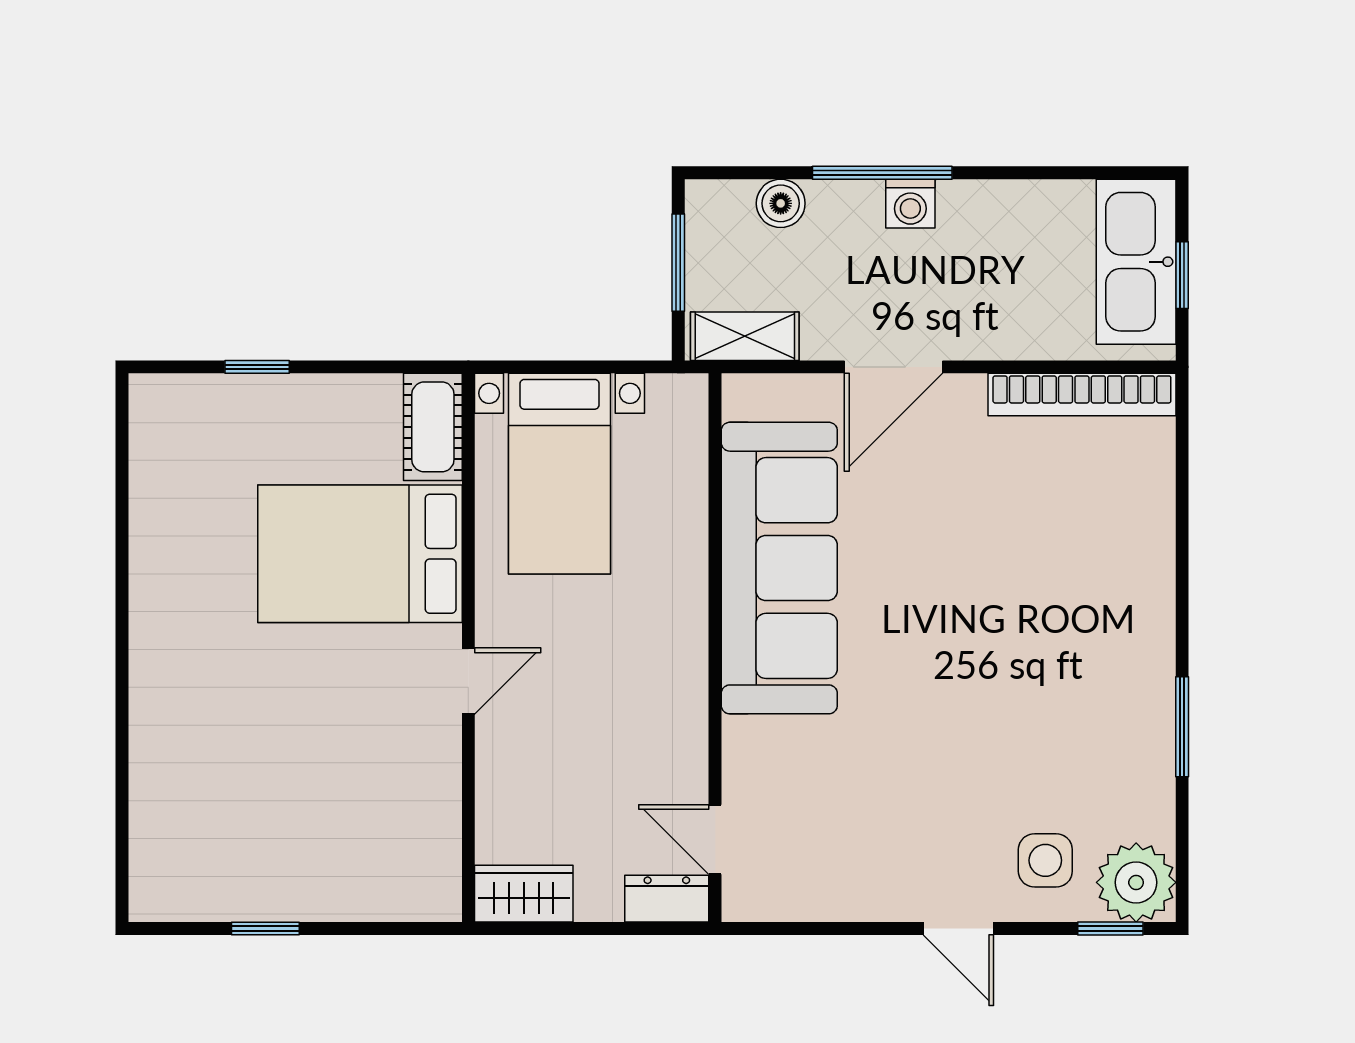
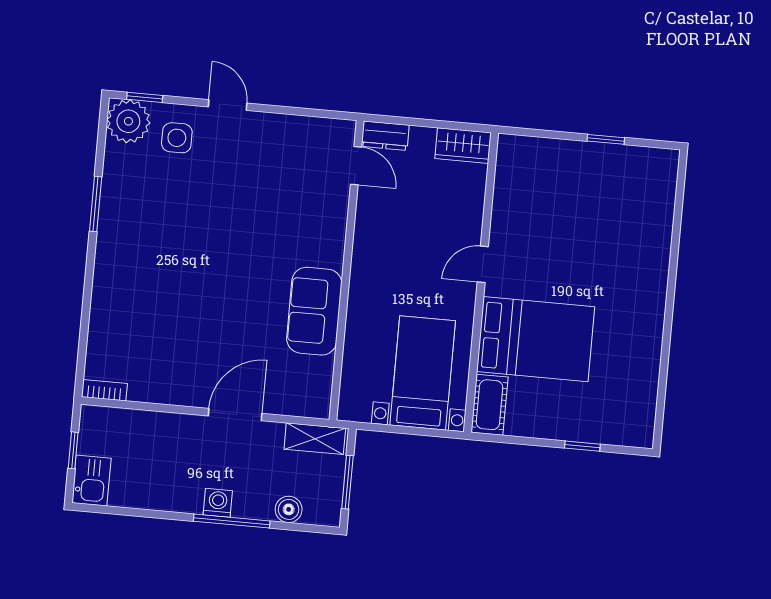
kitchen sink: (1136, 262) -> (91, 481), width x0.53, depth x0.81
bookcase: (1082, 395) -> (104, 390), width x0.43, depth x0.76
sofa: (779, 568) -> (314, 311), width x0.54, depth x0.79

